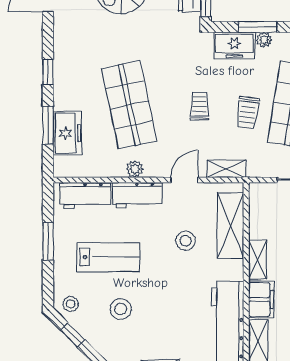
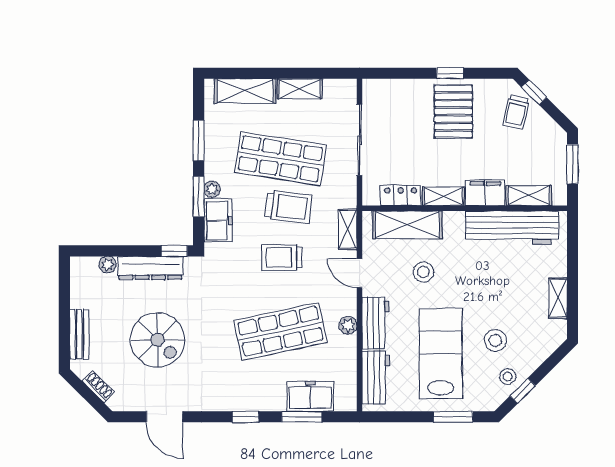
trolley: (199, 106) -> (282, 257), width x1.36, depth x1.39
trolley: (248, 113) -> (289, 207), width x1.36, depth x1.39
locker: (258, 219) -> (401, 196), added
window: (48, 241) -> (453, 417), moved
lab bench: (108, 257) -> (441, 353), width x1.36, depth x1.39
stool: (71, 304) -> (508, 377), moved

